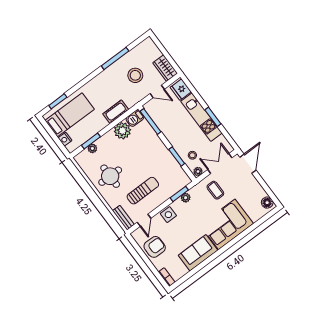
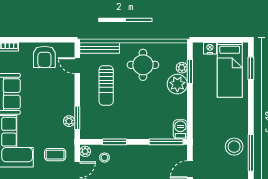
stool: (135, 75) -> (234, 147), moved
cot: (116, 112) -> (200, 116), removed
plant: (122, 131) -> (177, 84), moved
side table: (168, 215) -> (65, 93), removed
bench: (123, 218) -> (100, 48), width x1.36

